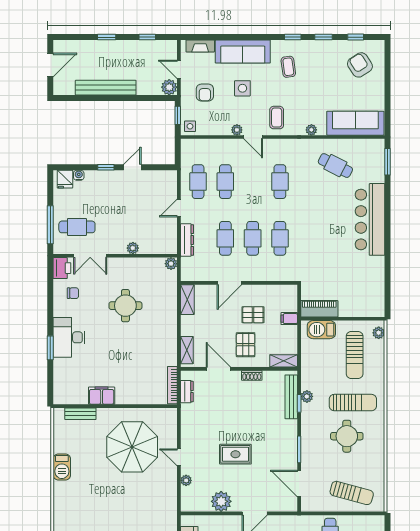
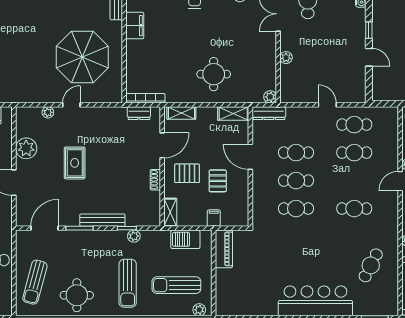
dresser: (187, 240) -> (269, 113), moved
round table: (125, 306) -> (214, 74), moved
barbecue: (321, 330) -> (185, 239), moved, turned -90
bench: (291, 397) -> (102, 220), moved
round table: (347, 436) -> (77, 295), moved

